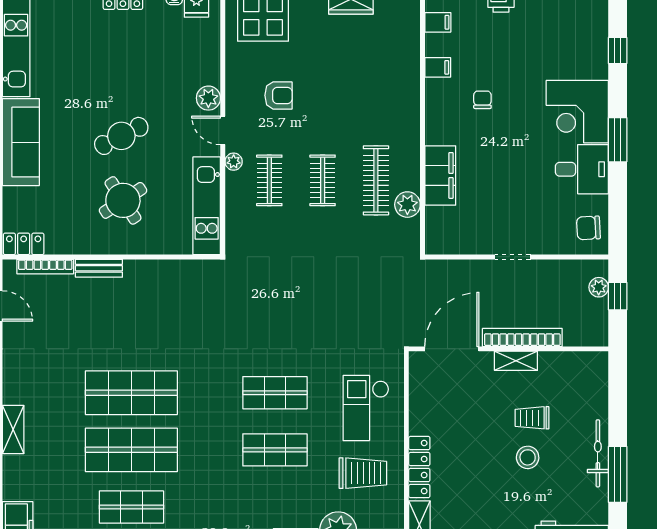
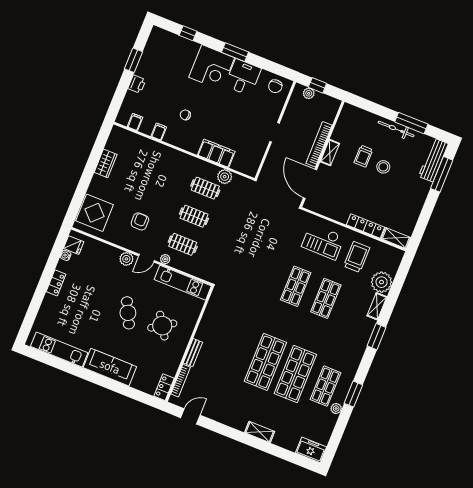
clothes rail: (376, 180) -> (205, 188), width x0.73

